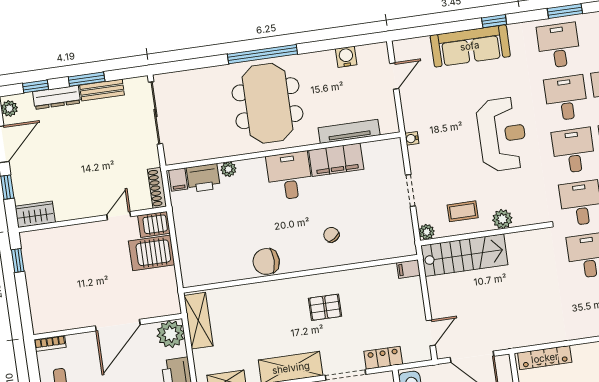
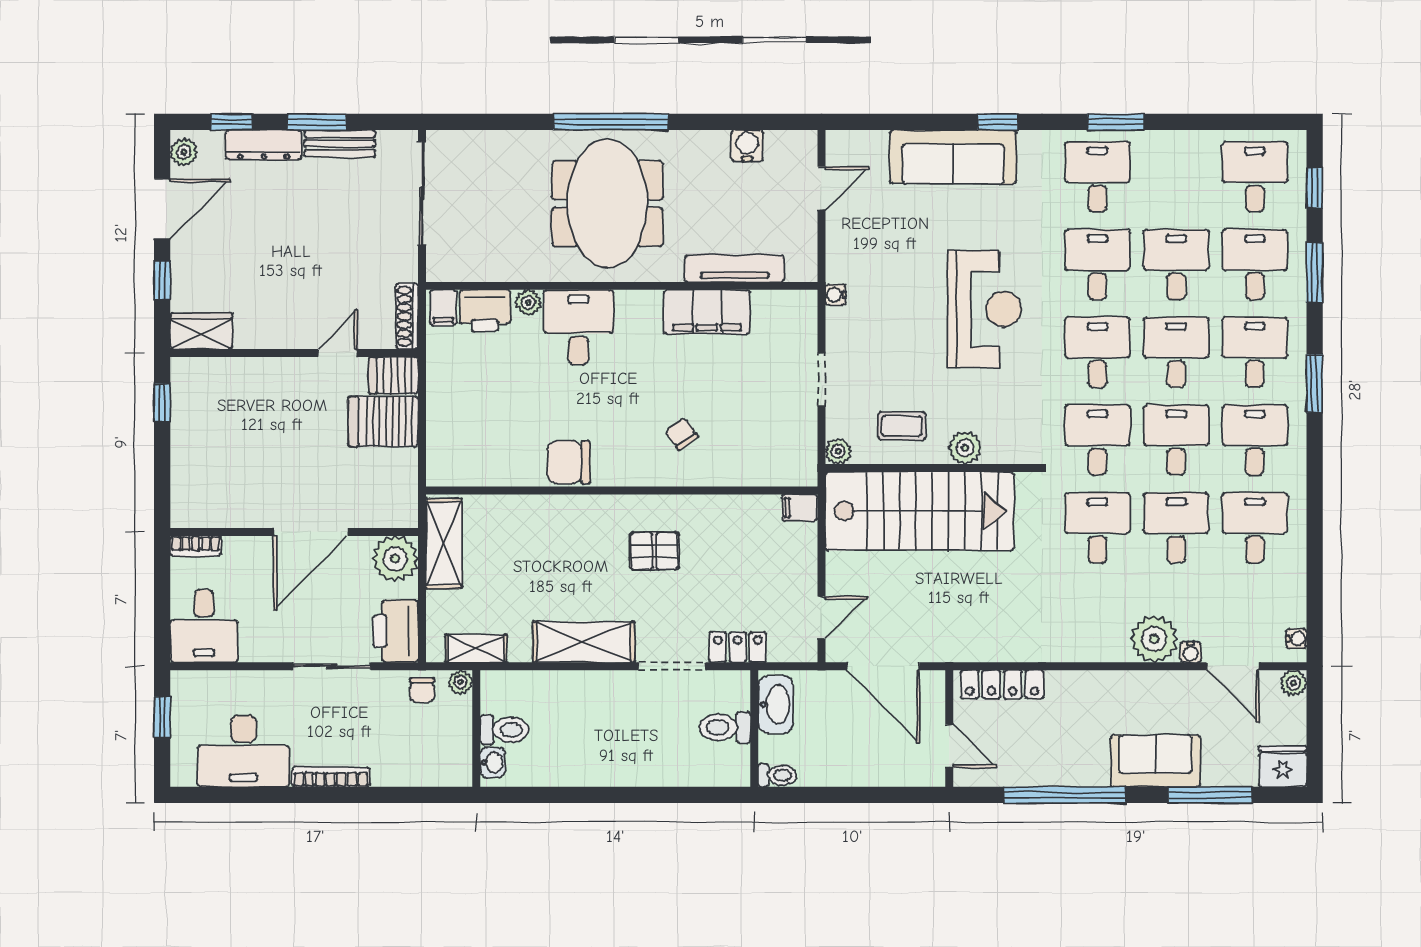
desk: (289, 176) -> (578, 327), moved
stairs: (464, 255) -> (920, 511), width x1.36, depth x1.51

